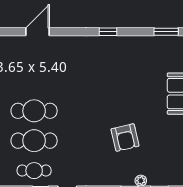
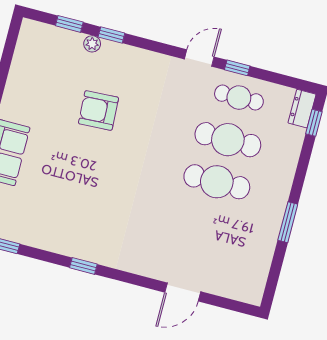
armchair: (125, 138) -> (98, 110), turned -80

